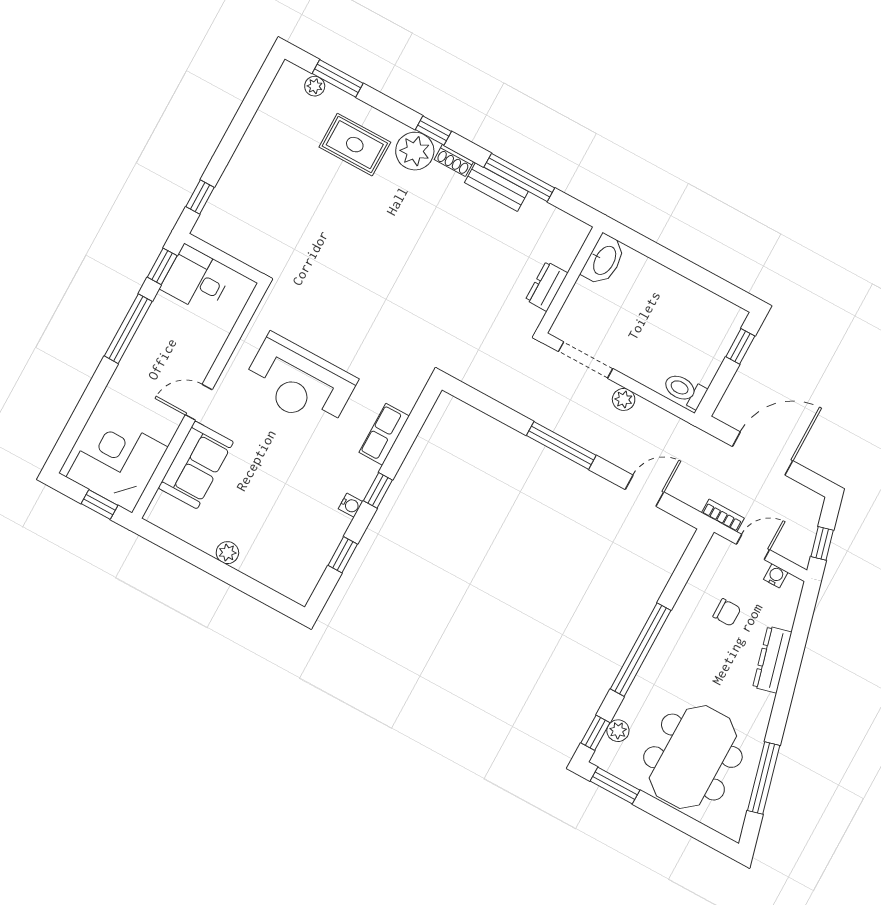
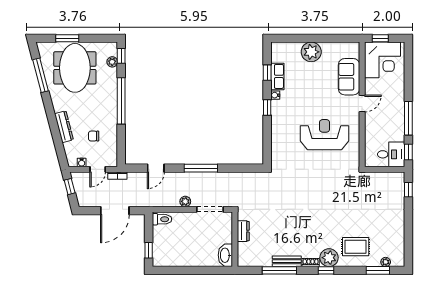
row of seats: (384, 434) -> (277, 76), moved
plant: (227, 553) -> (311, 52), width x1.87, depth x1.87
window: (615, 786) -> (67, 38), moved

